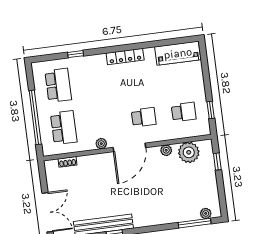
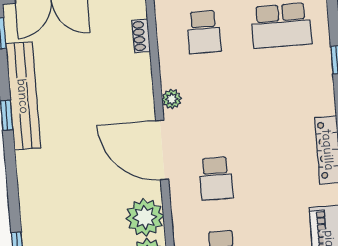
school desk: (64, 128) -> (204, 32), width x0.54
plant: (166, 150) -> (145, 217), width x1.87, depth x1.87

